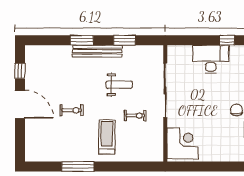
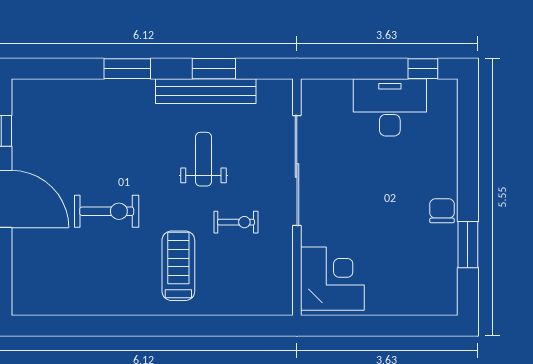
bench: (97, 51) -> (206, 91), moved
weight bench: (119, 85) -> (203, 159), turned -90
exercise bike: (72, 110) -> (107, 211), width x1.38, depth x1.39
window: (78, 166) -> (119, 326), removed

